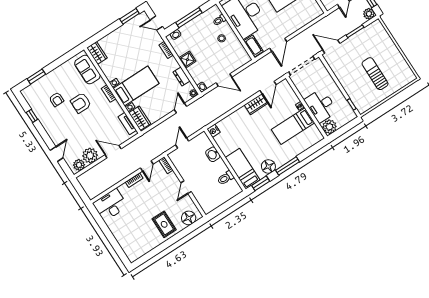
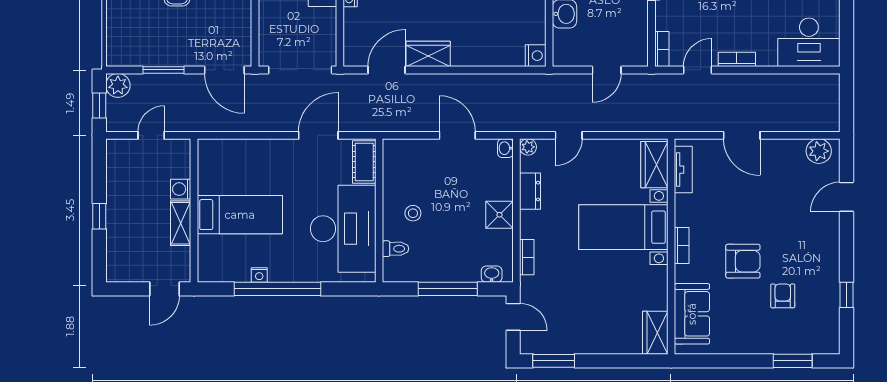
plant: (90, 156) -> (788, 155), removed

